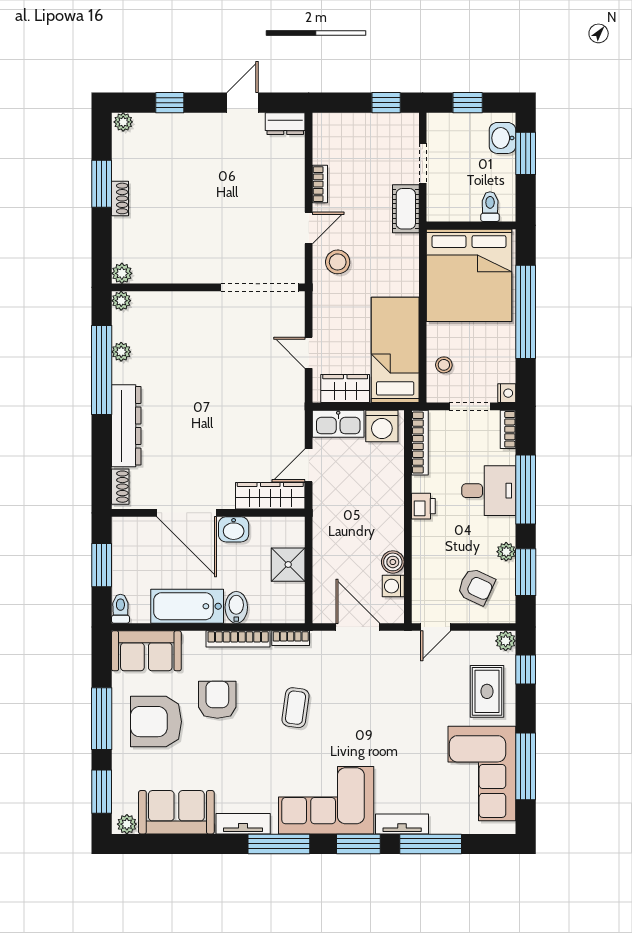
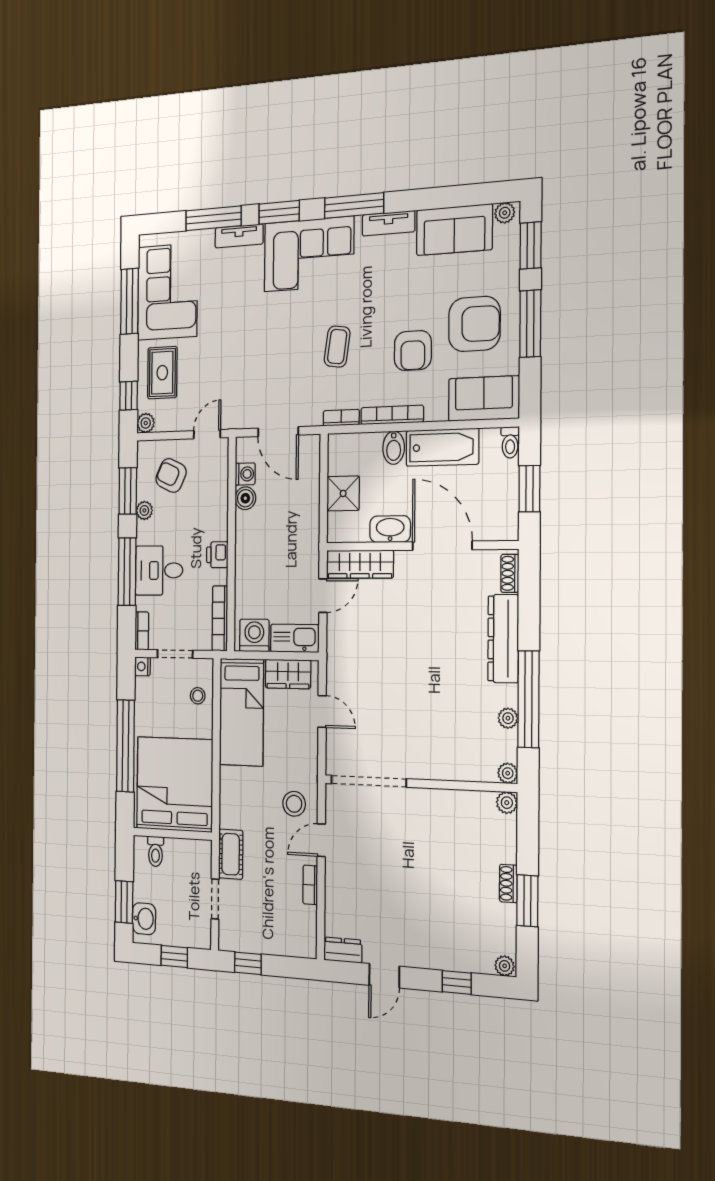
washbasin: (234, 529) -> (390, 529), width x1.38

